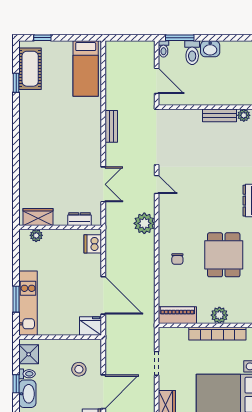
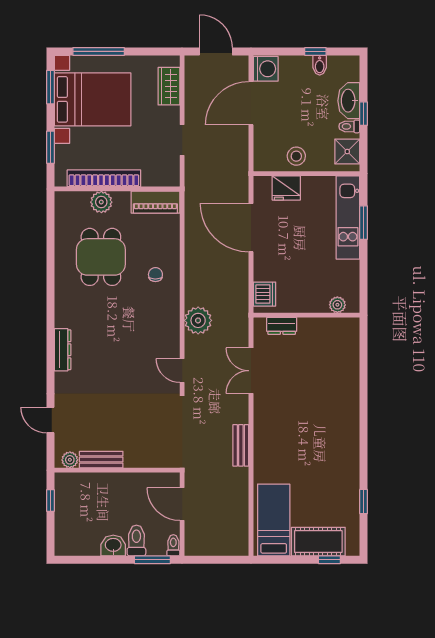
cot: (30, 69) -> (318, 542), moved, turned 90
wardrobe: (38, 217) -> (335, 329), removed
dining table: (224, 255) -> (101, 257), moved
fridge: (91, 326) -> (286, 188), moved
stool: (79, 369) -> (296, 156), moved

